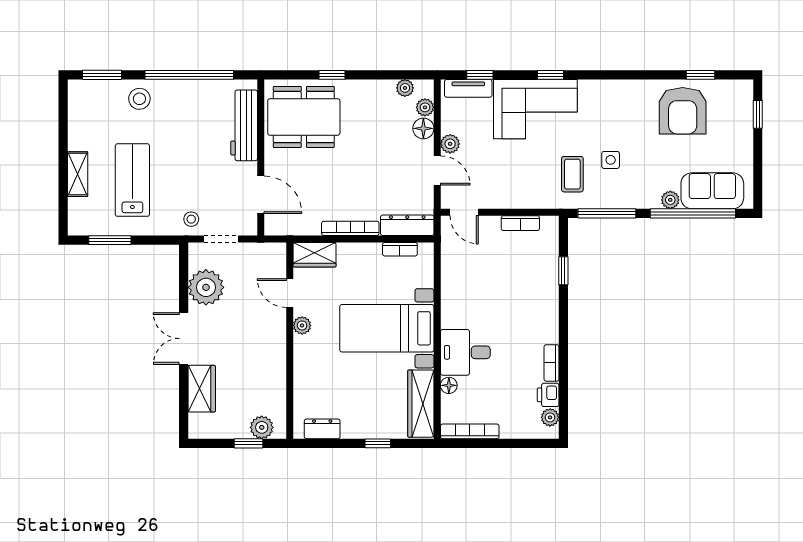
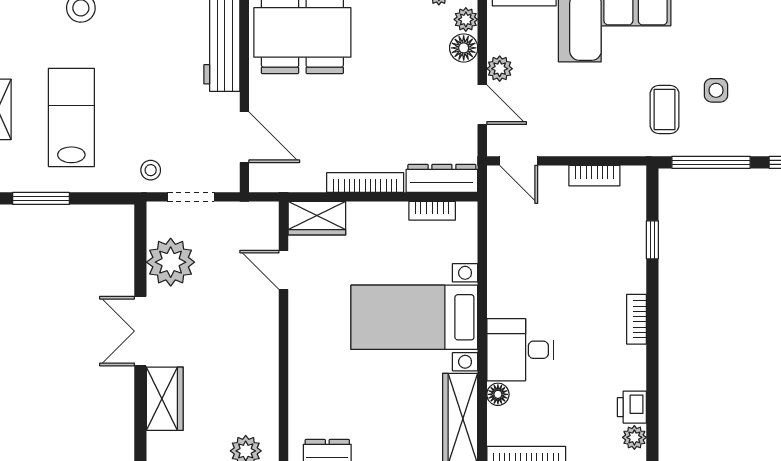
plant: (302, 325) -> (300, 314), removed
bookcase: (552, 363) -> (636, 319), moved

